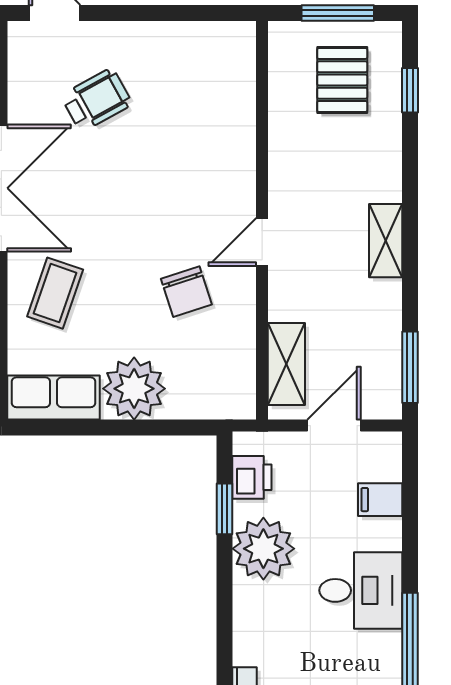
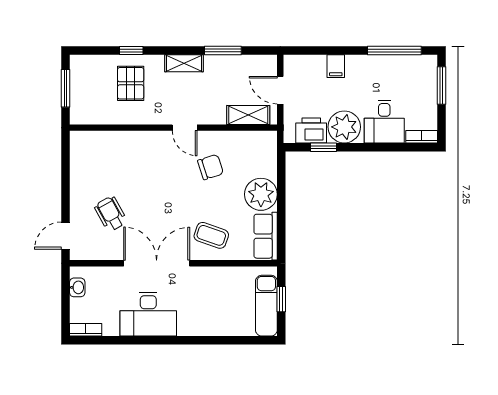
pallet: (342, 80) -> (131, 83), moved, turned 90
window: (410, 90) -> (131, 51), moved
window: (410, 367) -> (223, 51), moved
printer: (252, 477) -> (311, 130), width x1.36, depth x1.24
filing cabinet: (380, 500) -> (336, 66), moved
desk: (361, 590) -> (384, 122), moved, turned 180

